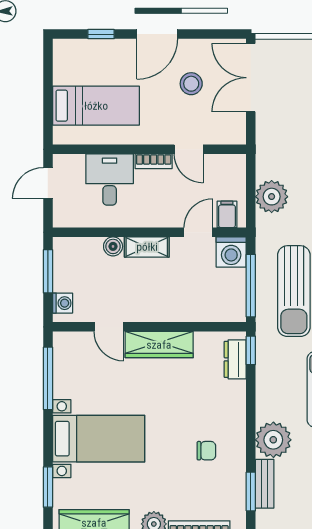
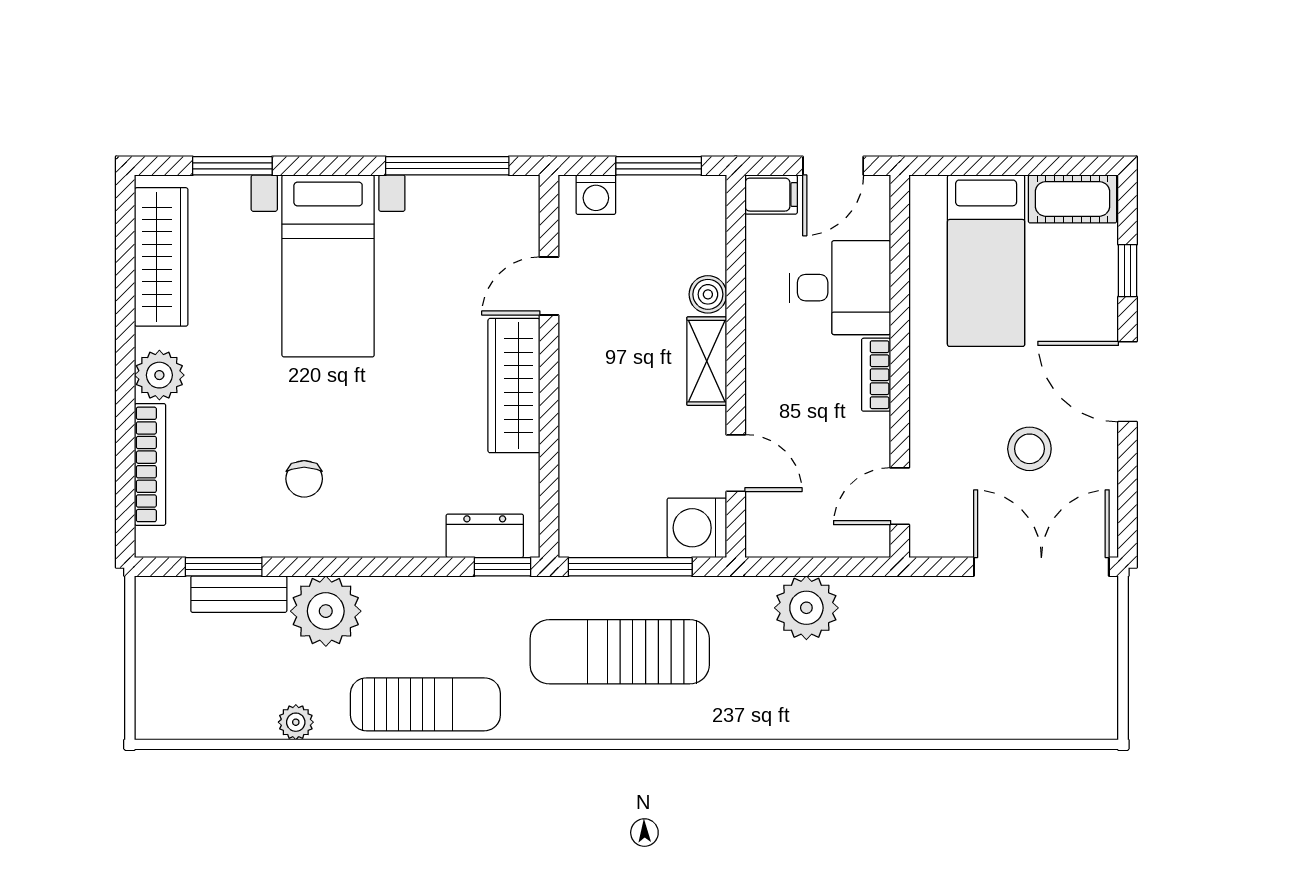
cot: (65, 62) -> (1073, 199), added
door: (189, 149) -> (900, 496), moved
door: (48, 183) -> (833, 166), swing flipped
filing cabinet: (227, 214) -> (771, 195), moved

